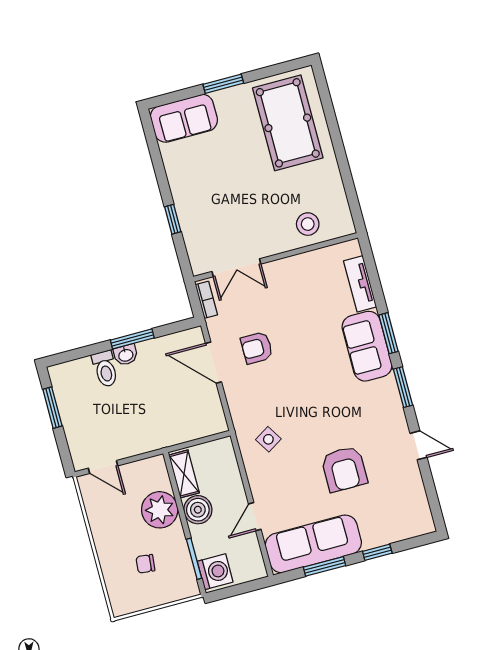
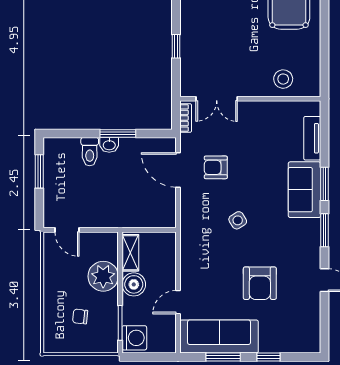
side table: (268, 439) -> (238, 220), moved

